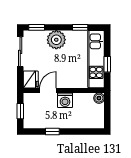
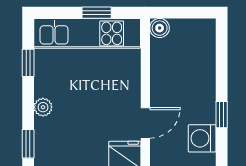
plant: (56, 40) -> (43, 107), width x0.53, depth x0.53
door: (48, 90) -> (145, 123), swing flipped
washing machine: (65, 100) -> (202, 138), moved, turned 180

